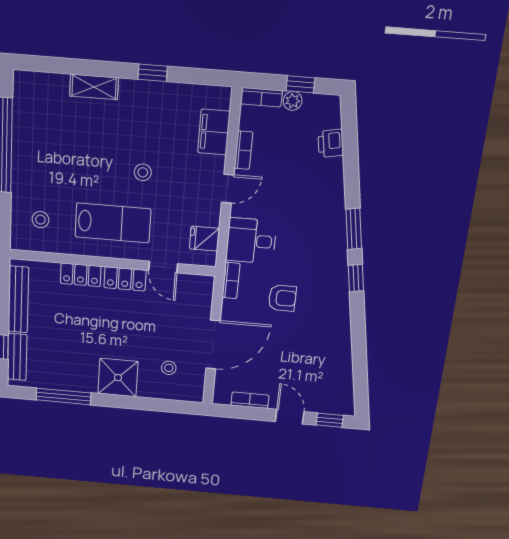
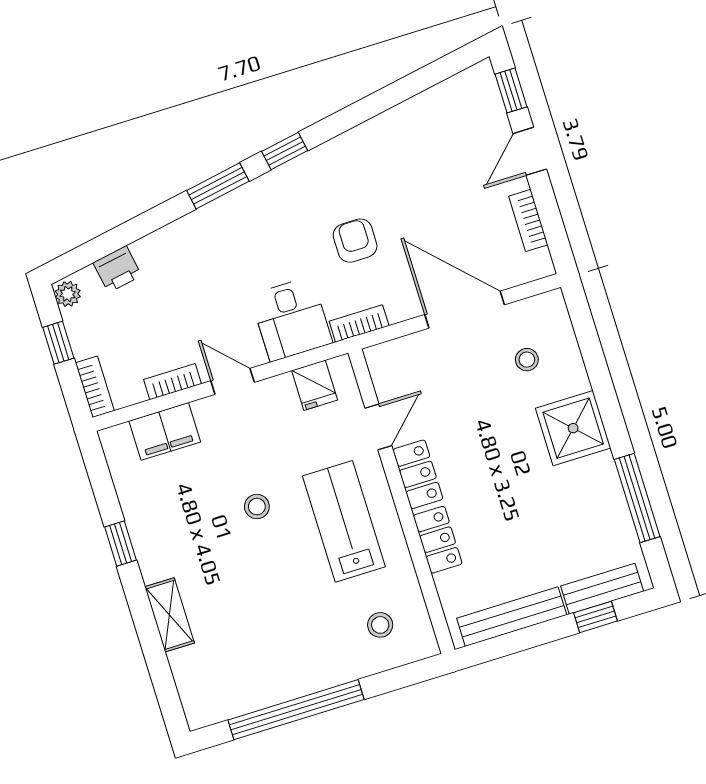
plant: (293, 101) -> (68, 294), moved

